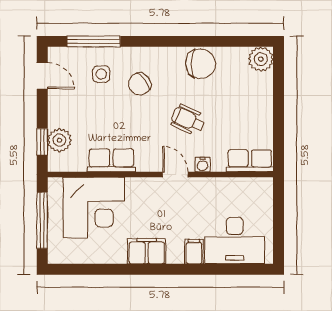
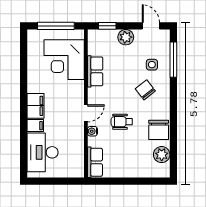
plant: (261, 59) -> (162, 155), moved
door: (42, 76) -> (151, 26), swing flipped
wheelchair: (188, 120) -> (122, 122), turned -115
plant: (59, 140) -> (126, 37), moved
filing cabinet: (147, 251) -> (36, 106), moved

